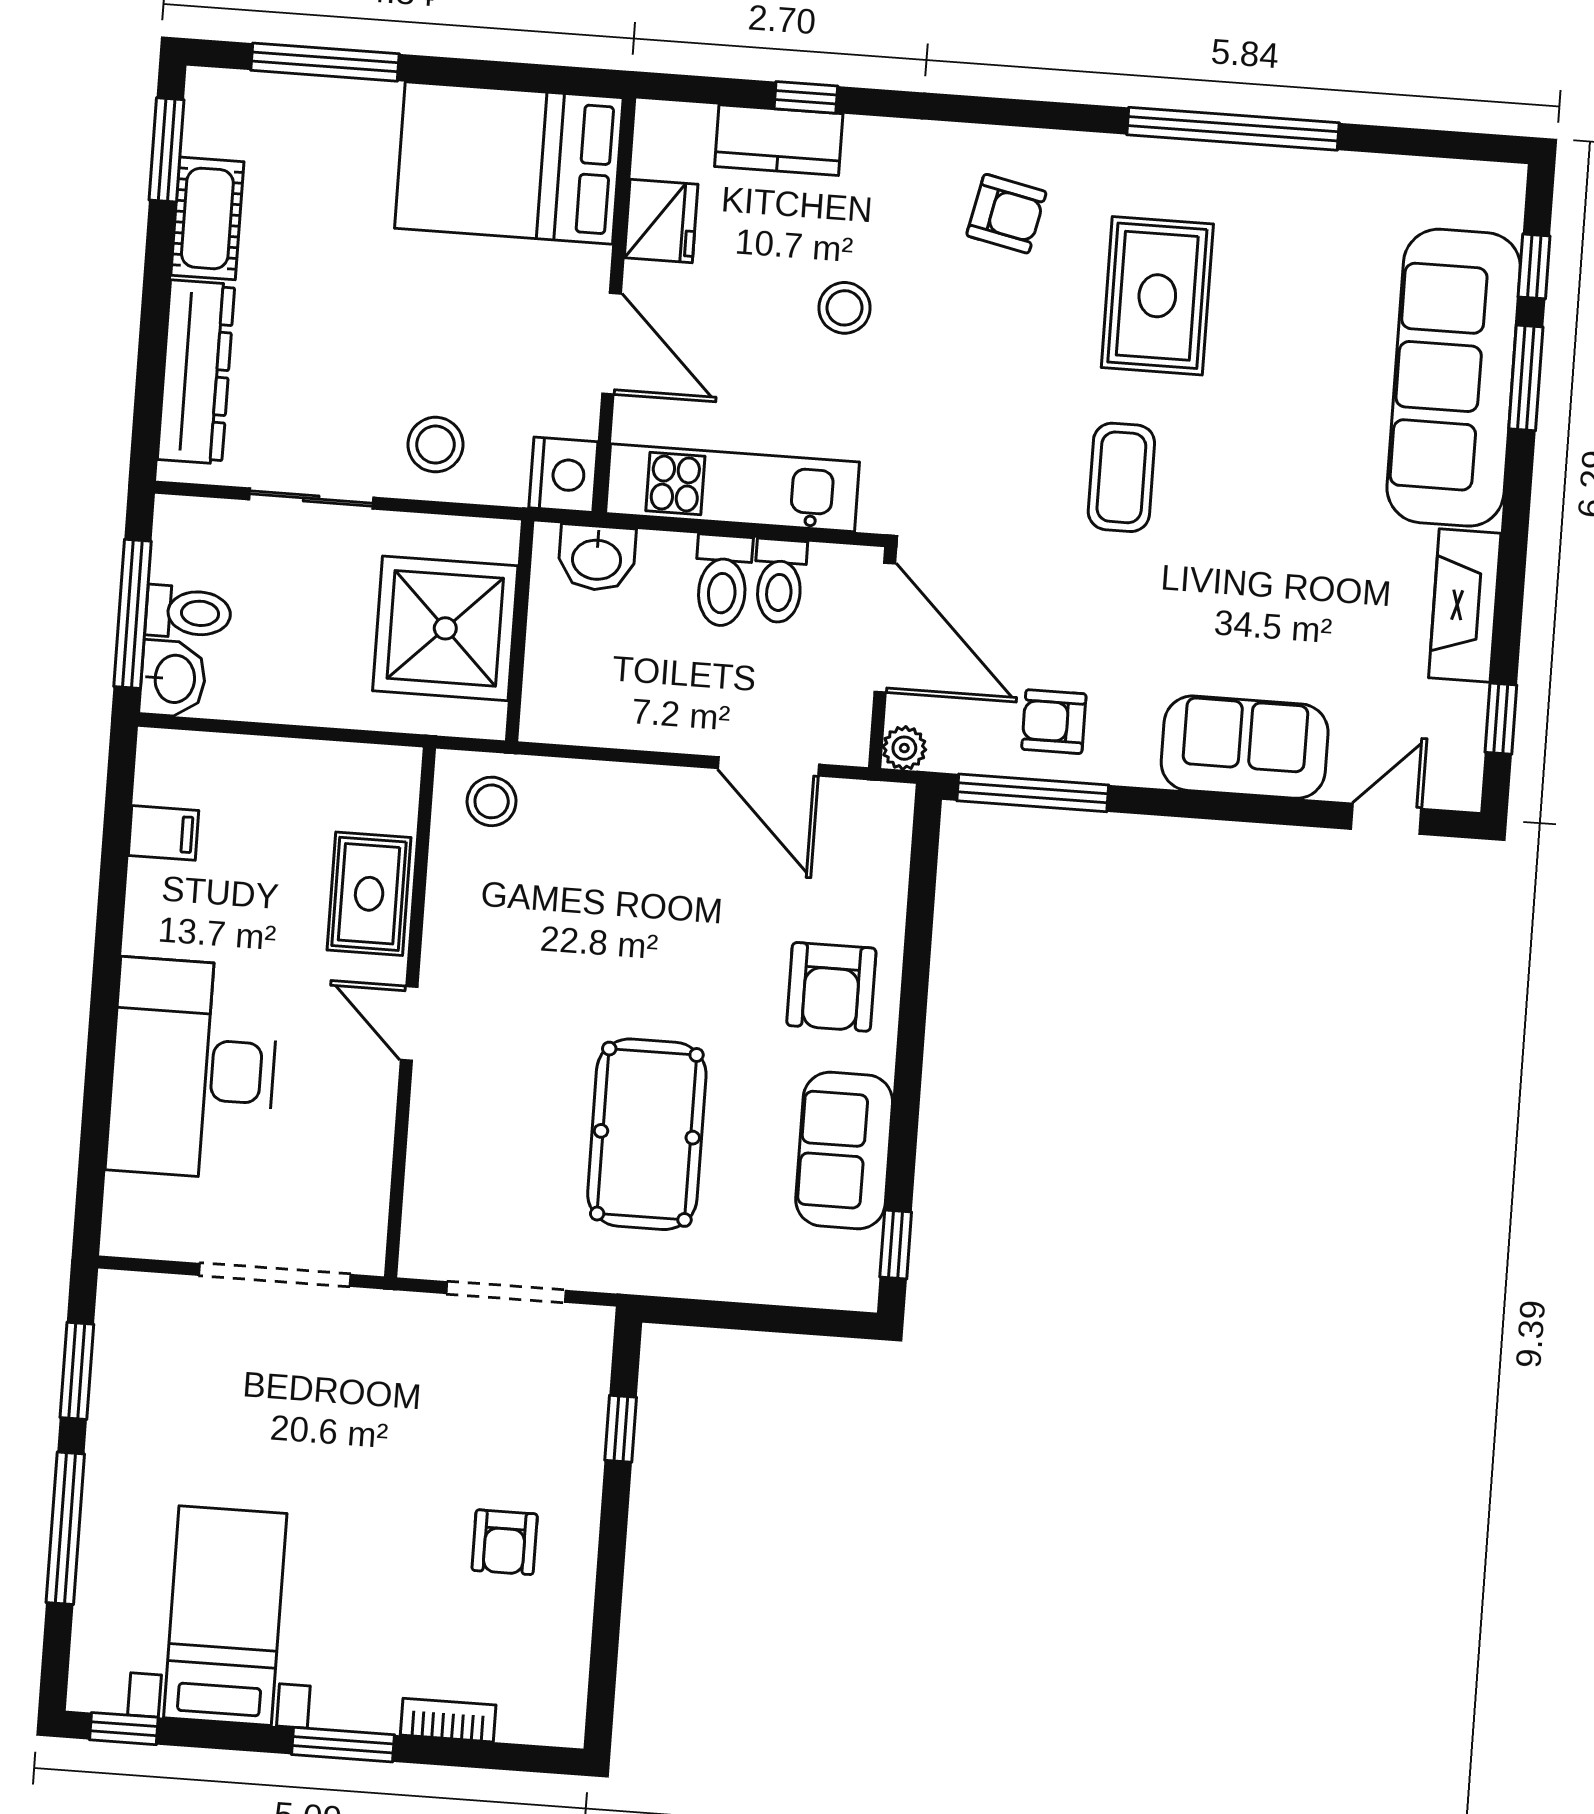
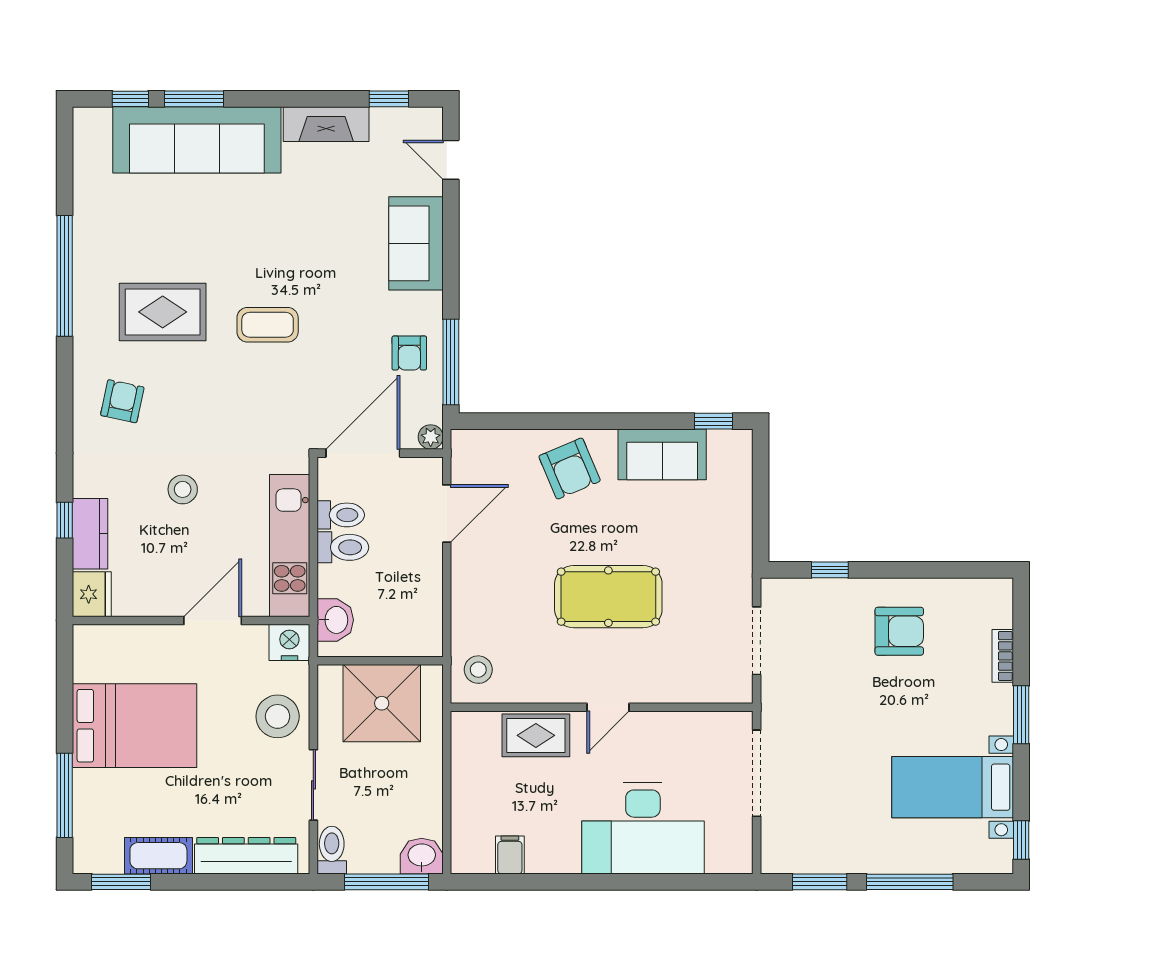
bed: (509, 163) -> (135, 726), moved, turned -90
fridge: (661, 221) -> (92, 594), moved, turned 90
stool: (435, 445) -> (278, 716), width x1.38, depth x1.38
toilet: (188, 612) -> (332, 850), moved
armchair: (831, 987) -> (570, 469), turned 67
pool table: (647, 1134) -> (608, 597), moved
armchair: (505, 1542) -> (899, 631), width x1.38, depth x1.38

